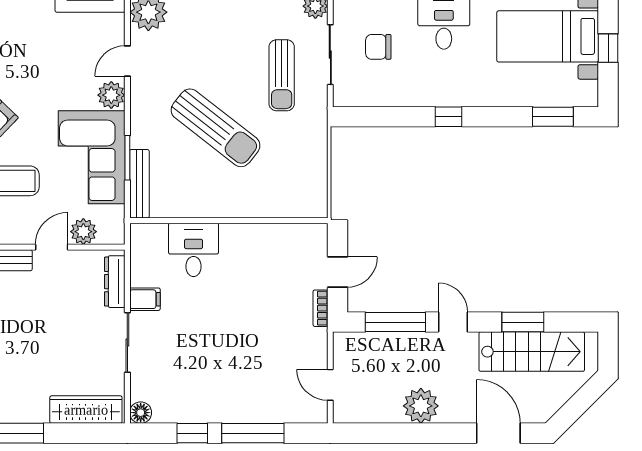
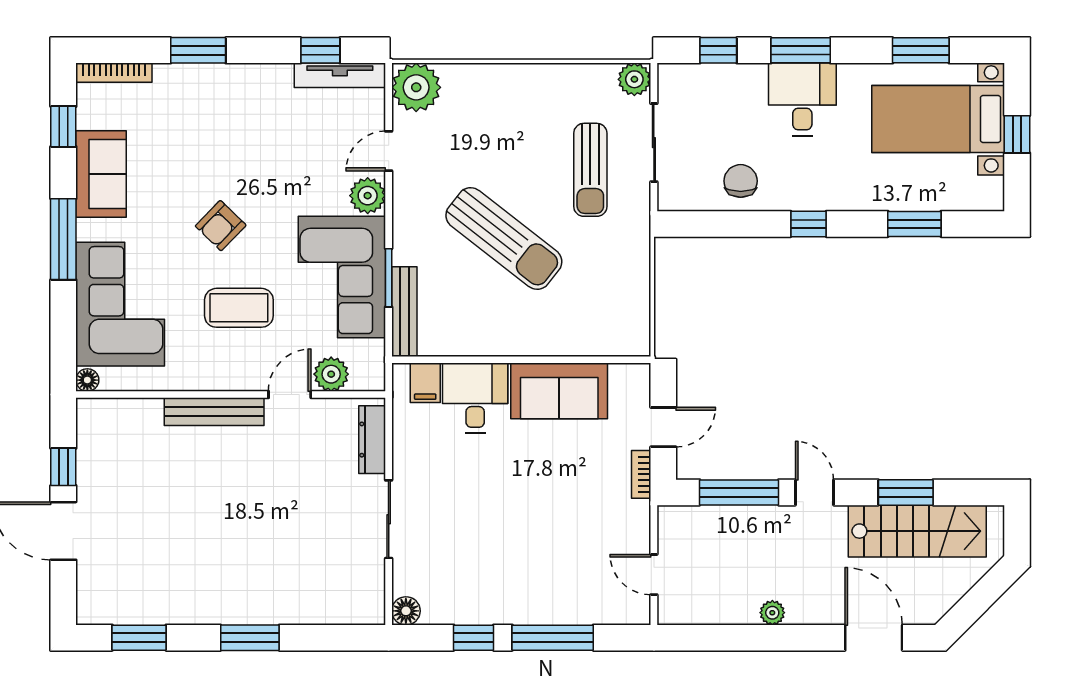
chair: (378, 47) -> (741, 181), moved, turned 90
window: (553, 117) -> (914, 224), moved
sofa: (258, 244) -> (559, 391), added
filing cabinet: (145, 299) -> (425, 383), moved, turned 90
plant: (421, 406) -> (772, 613), width x0.53, depth x0.53
wardrobe: (86, 410) -> (334, 607), removed

